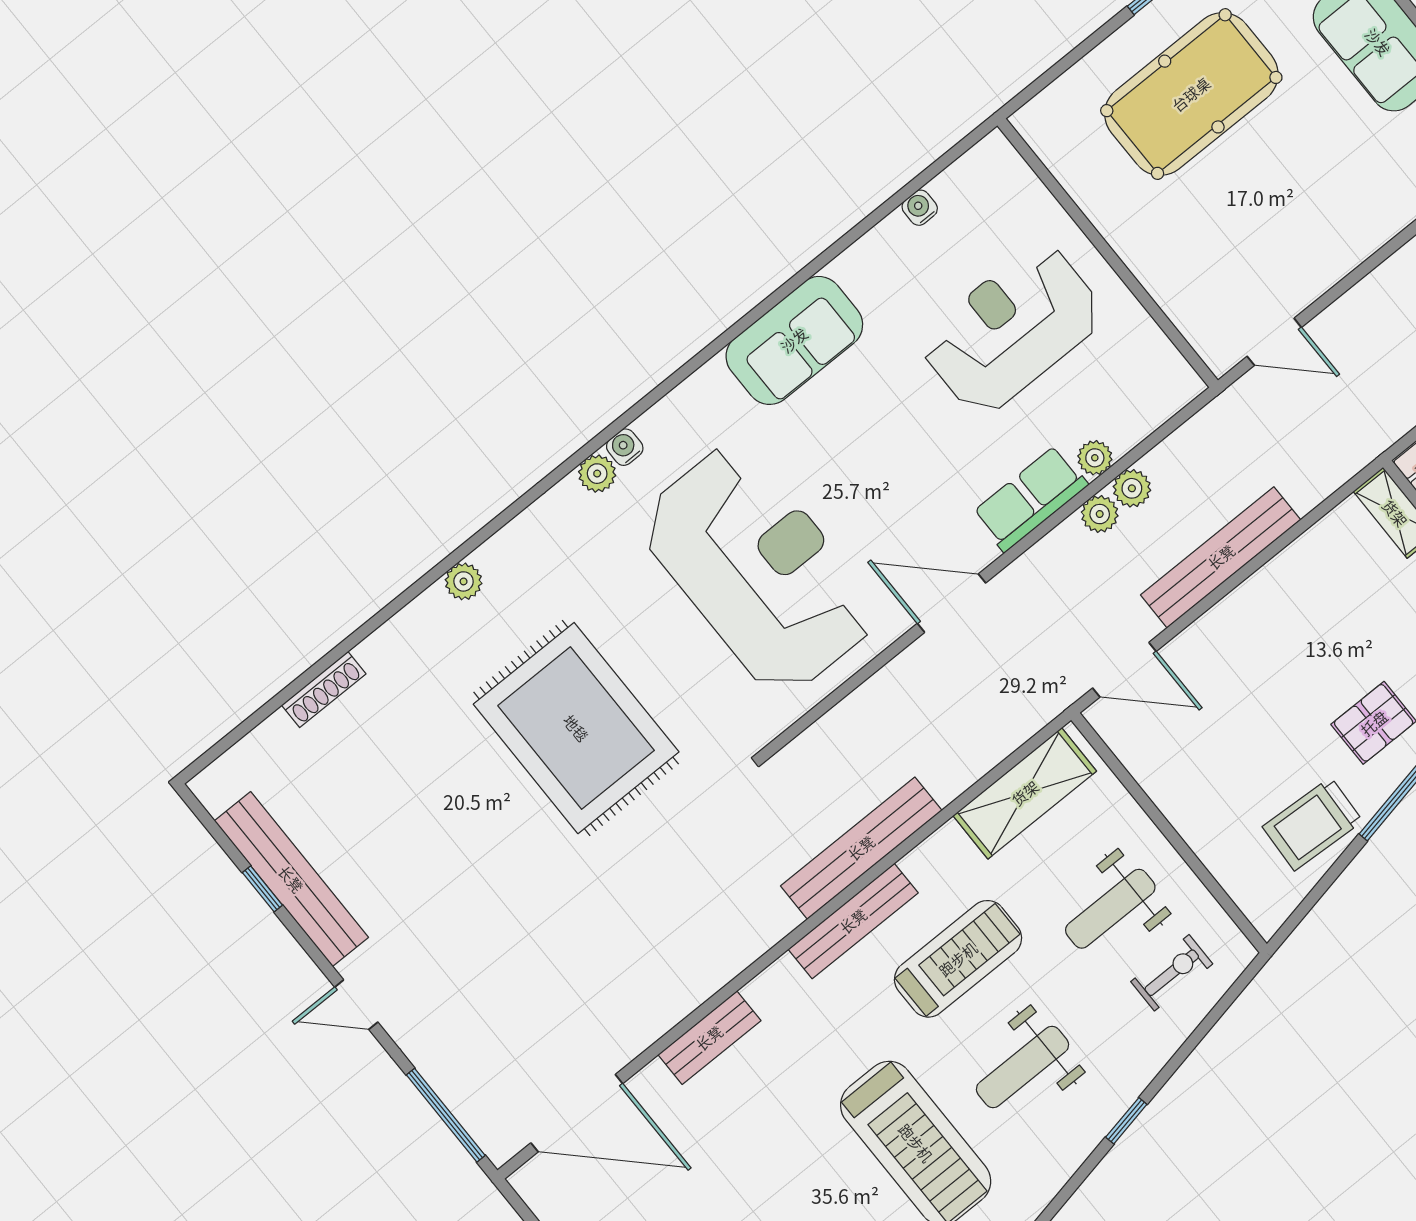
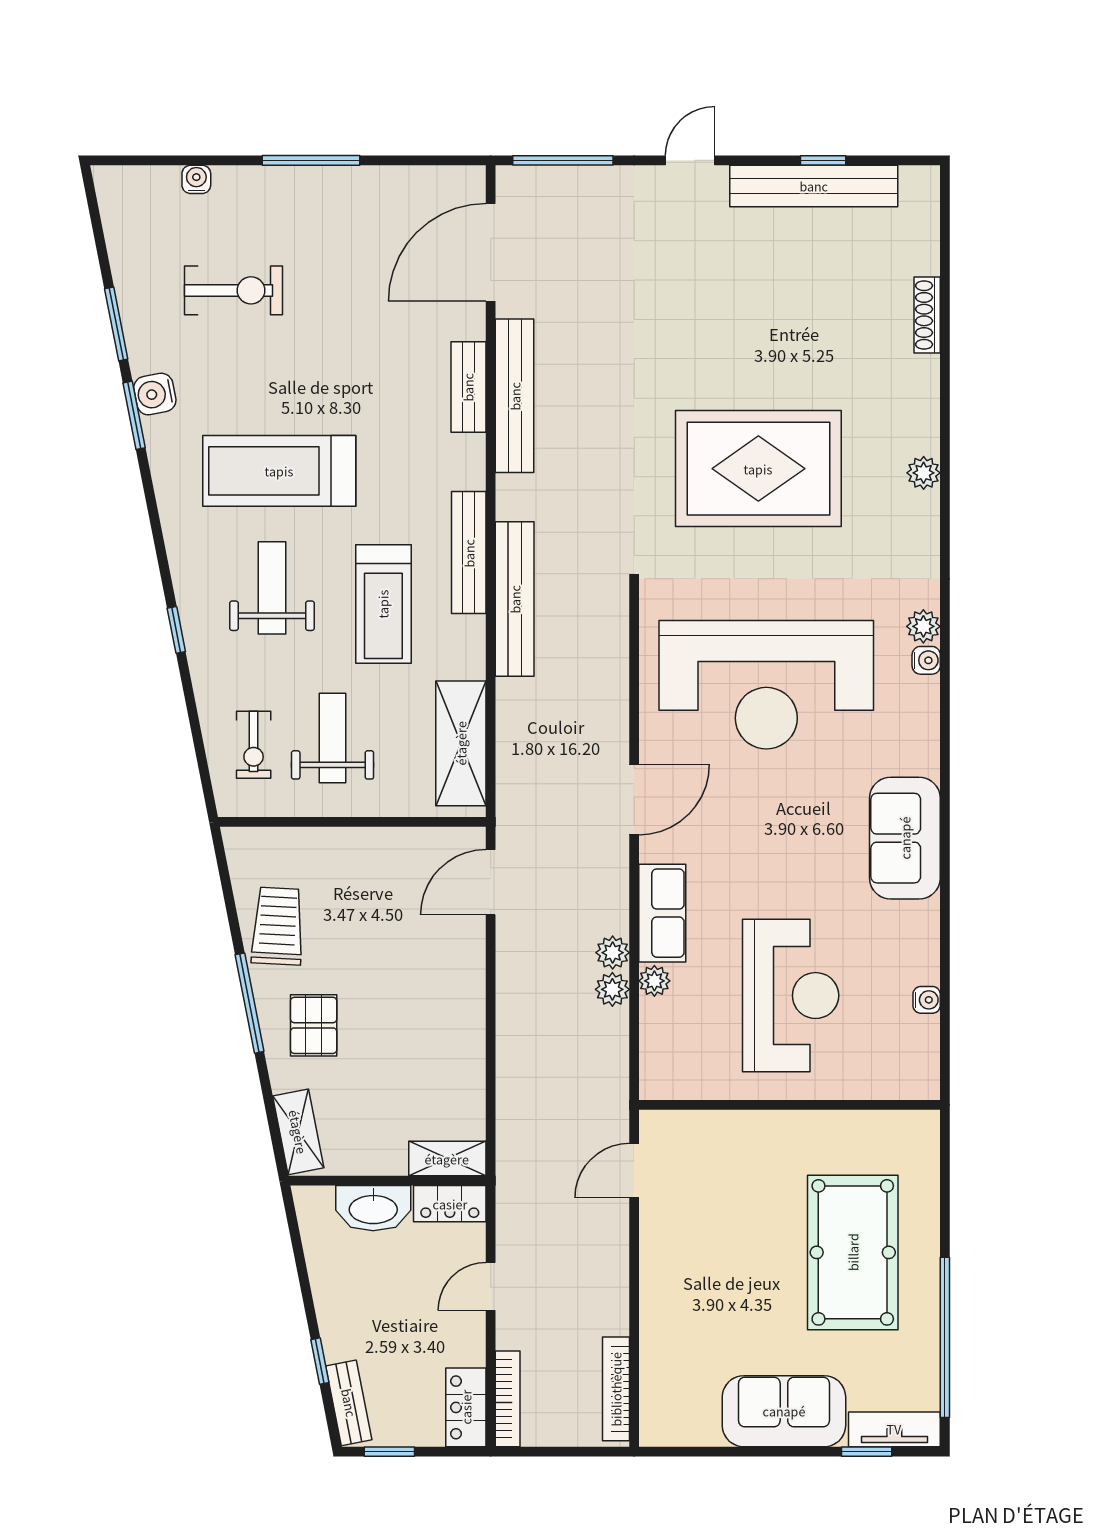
bench: (1221, 557) -> (515, 396), moved

